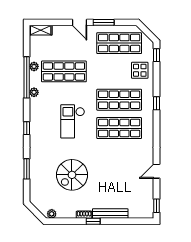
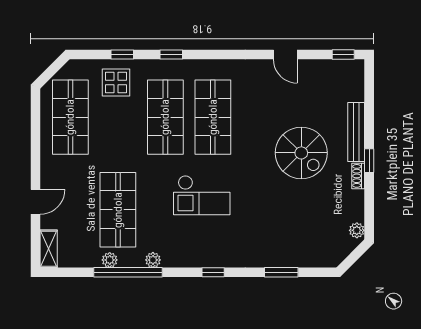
door: (79, 22) -> (36, 202), moved
window: (104, 22) -> (36, 143), removed
window: (156, 55) -> (122, 54), moved
spiral stairs: (72, 175) -> (301, 153), moved

